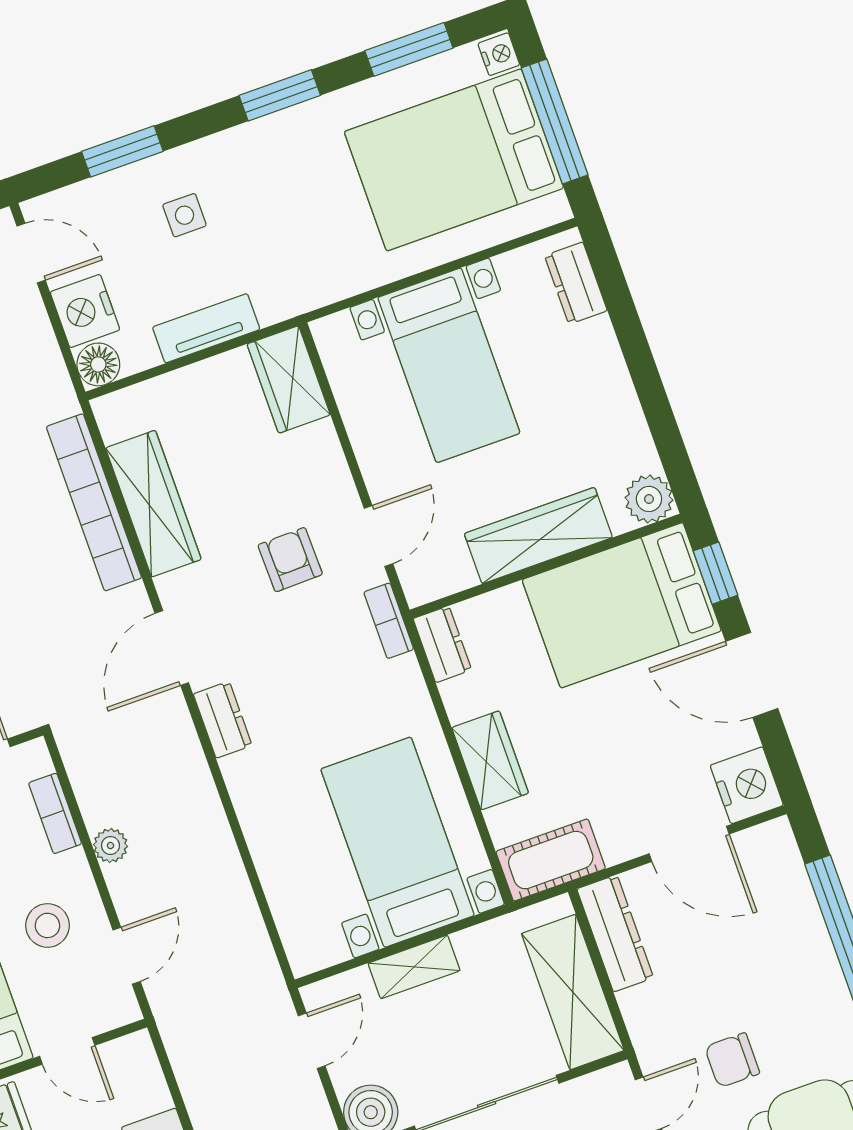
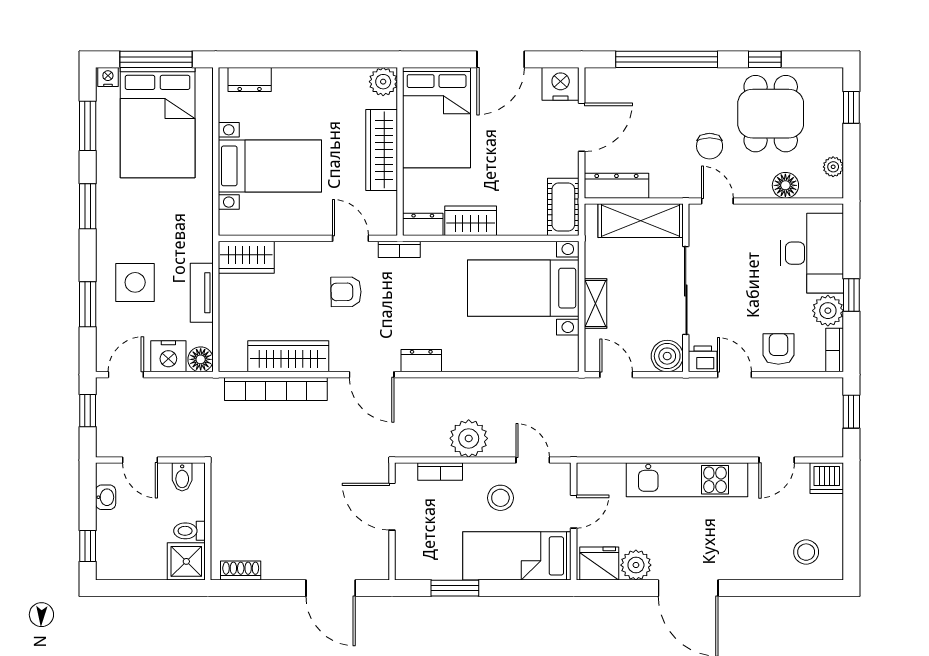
side table: (184, 215) -> (135, 282), width x1.87, depth x1.87
window: (716, 573) -> (437, 59), removed
wardrobe: (490, 760) -> (471, 221), moved
plant: (110, 846) -> (469, 438), width x1.88, depth x1.88

